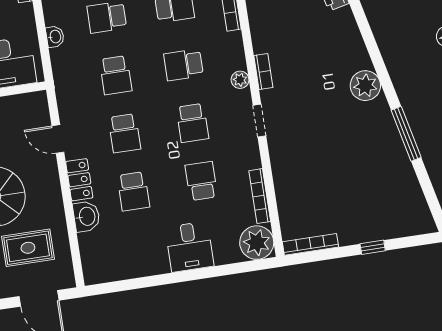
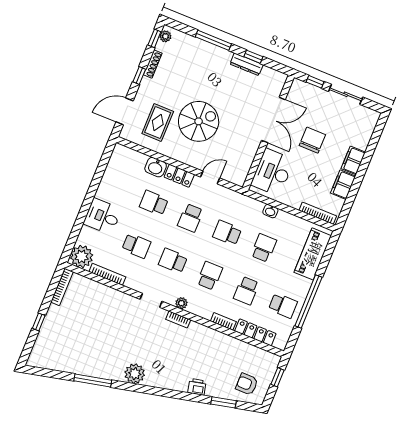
school desk: (125, 133) -> (190, 218), turned -90

